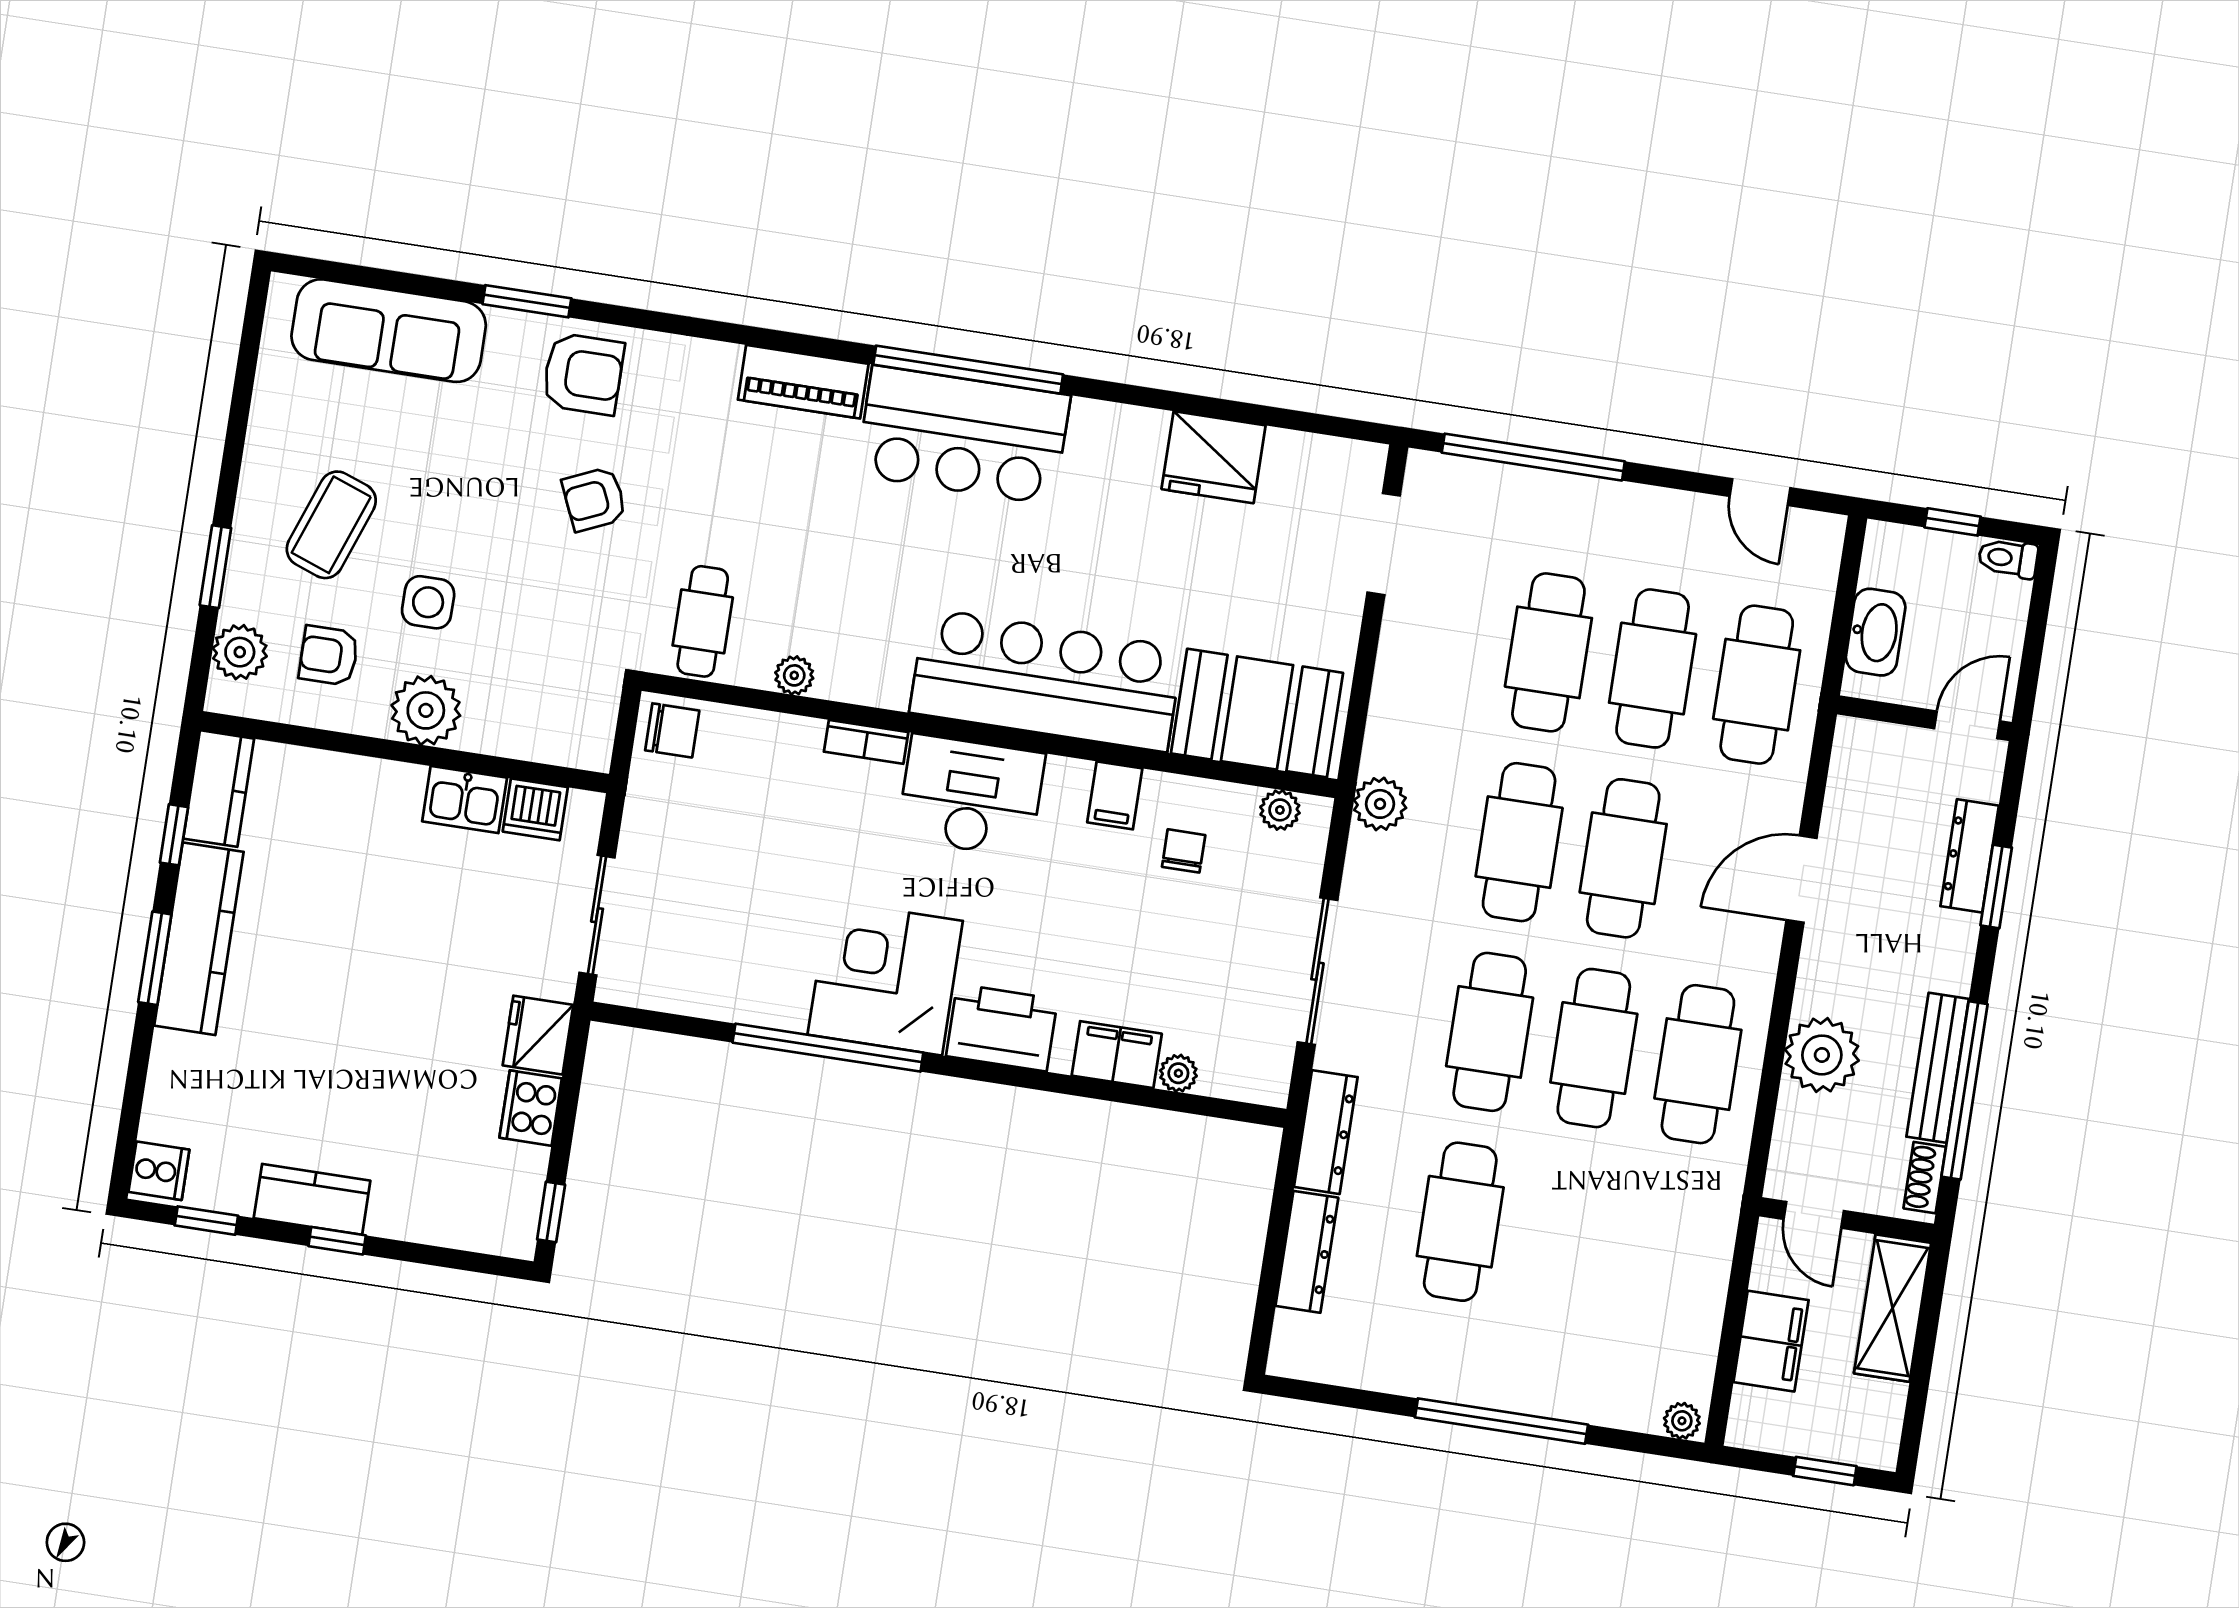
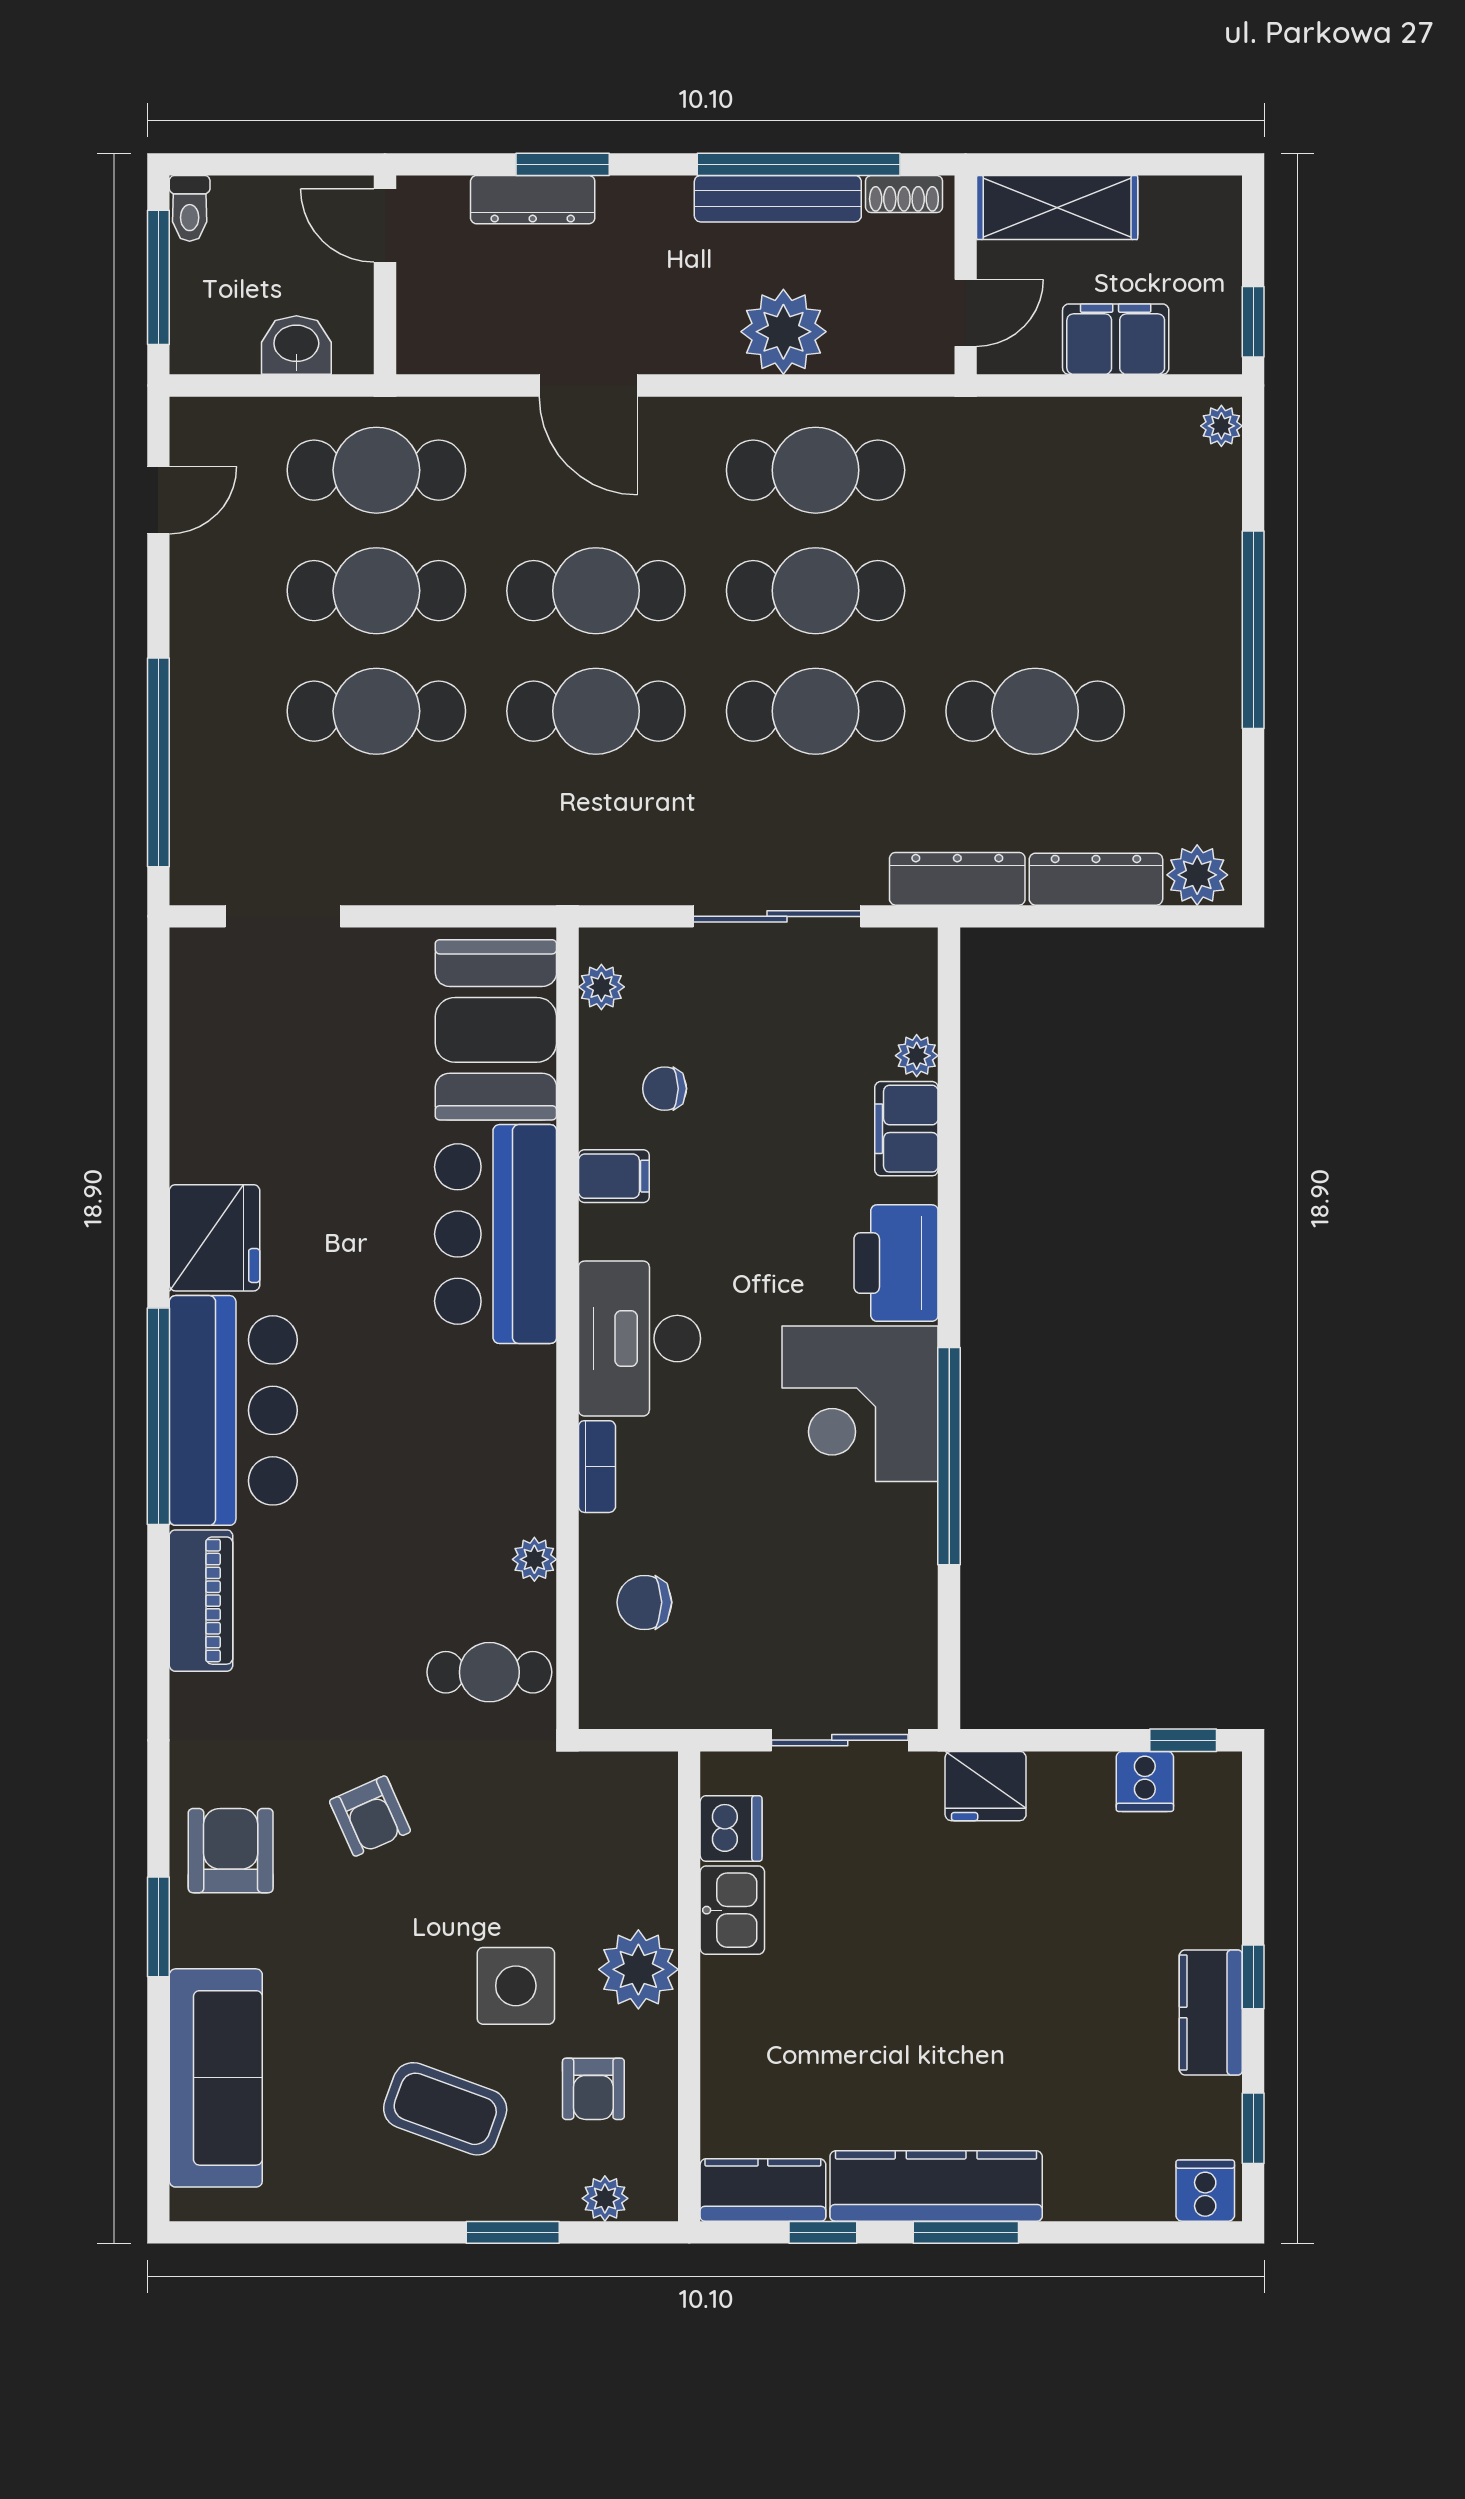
fridge: (1214, 457) -> (214, 1238), moved
window: (1953, 522) -> (158, 277), width x2.17
side table: (428, 602) -> (516, 1986), width x1.37, depth x1.37
washbasin: (1876, 632) -> (296, 345), width x0.72
plant: (240, 652) -> (605, 2198), width x0.73, depth x0.73
bar counter: (1046, 680) -> (496, 1234), width x0.73
chair: (672, 730) -> (644, 1602), moved, turned -90
plant: (1380, 804) -> (1197, 875), moved
cooker: (531, 1108) -> (1145, 1781), moved, width x0.73
window: (1825, 1471) -> (1253, 322), moved

